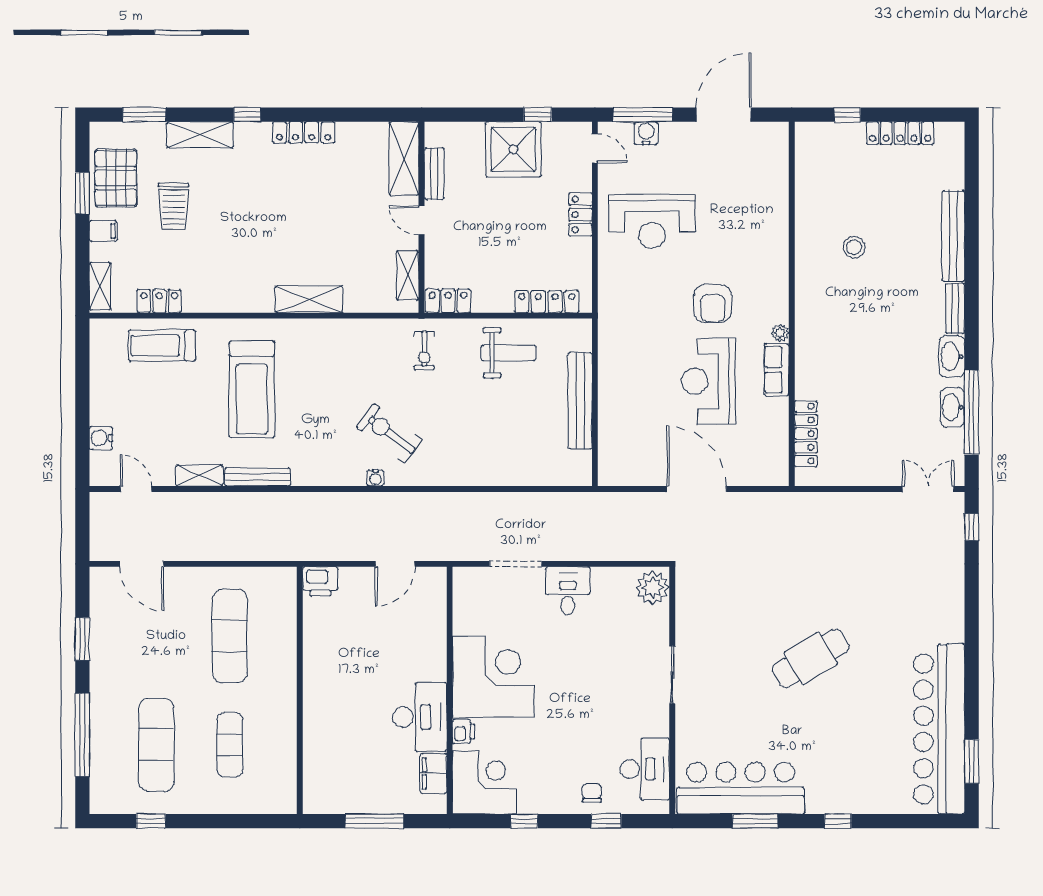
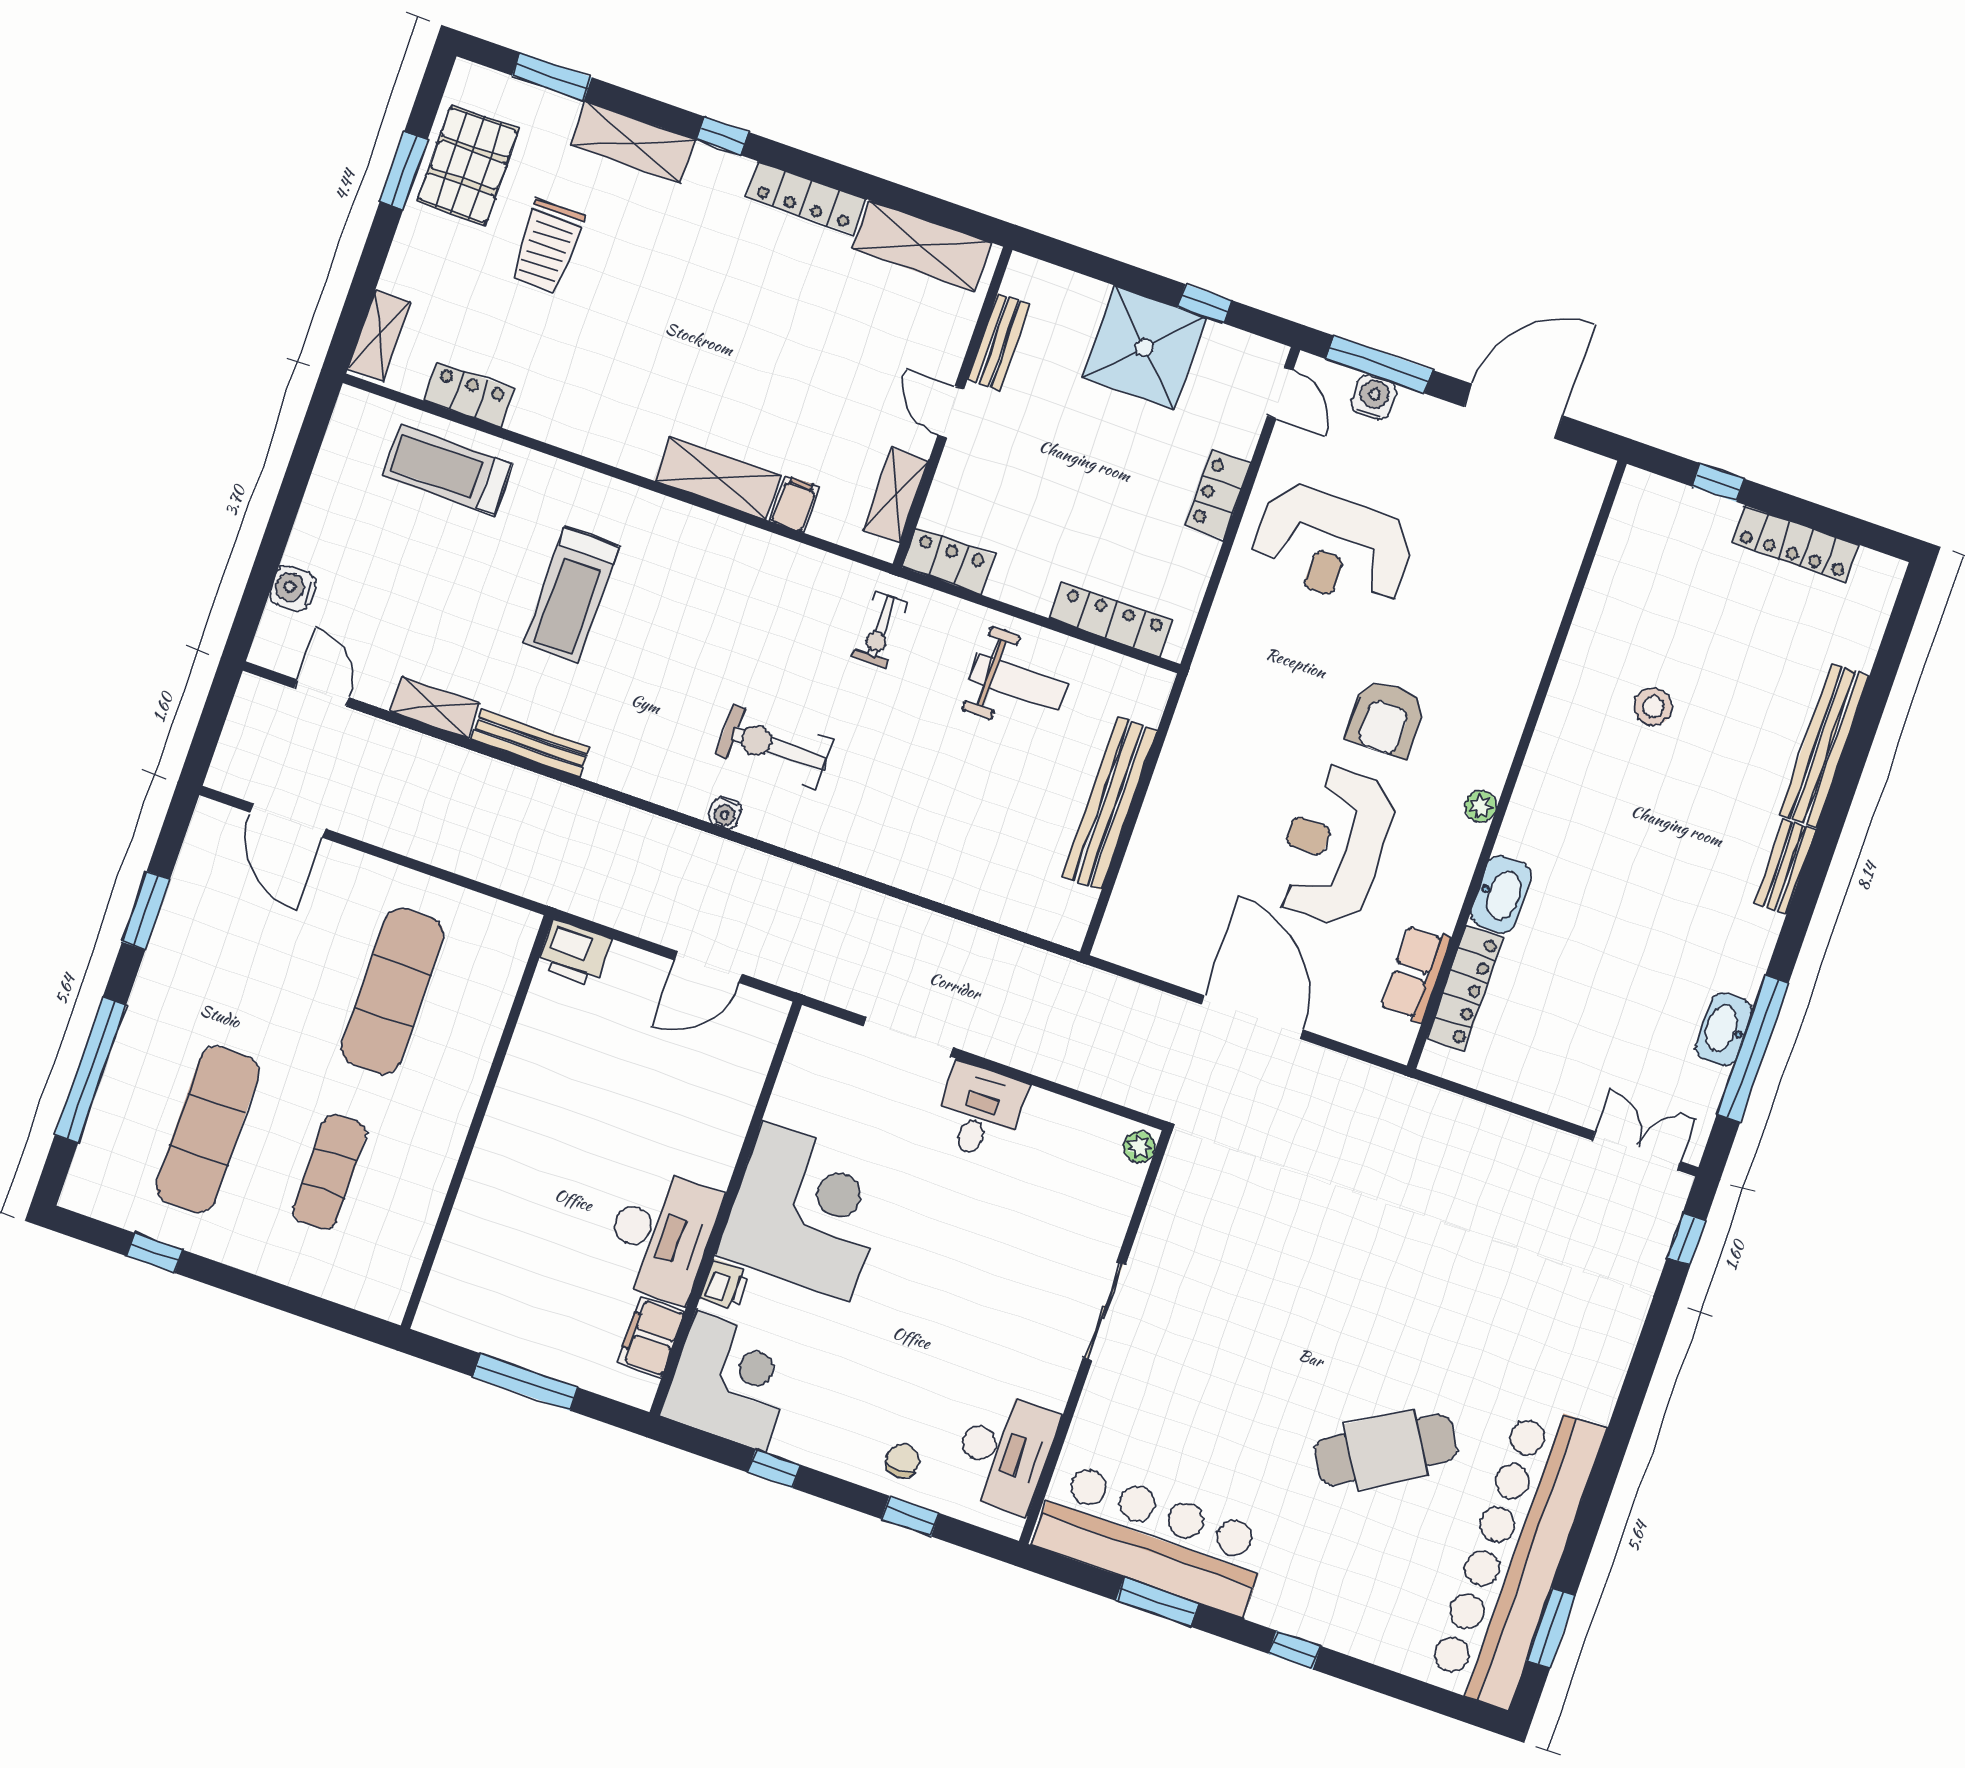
shelving: (404, 159) -> (922, 246), moved, turned 90
filing cabinet: (103, 231) -> (794, 504), moved, turned -90
washbasin: (952, 357) -> (1501, 894), moved, turned 180
row of seats: (776, 370) -> (1416, 973), moved
treadmill: (252, 389) -> (571, 595), width x0.73, depth x0.73
exercise bike: (389, 433) -> (774, 747), turned -37
plant: (653, 588) -> (1140, 1147), width x0.53, depth x0.53
cafe table: (811, 658) -> (1386, 1450), moved

